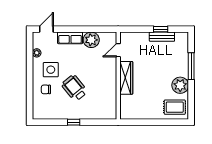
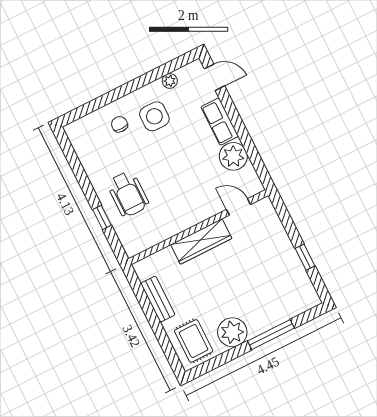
bench: (162, 37) -> (158, 299), moved
wheelchair: (74, 88) -> (128, 194), moved, turned 129
window: (74, 122) -> (102, 217), moved

